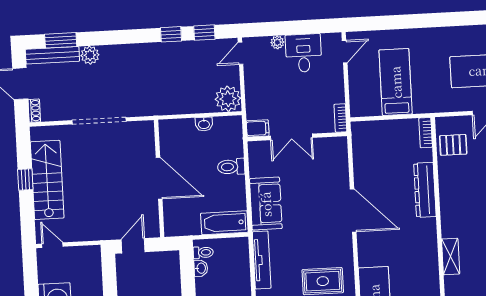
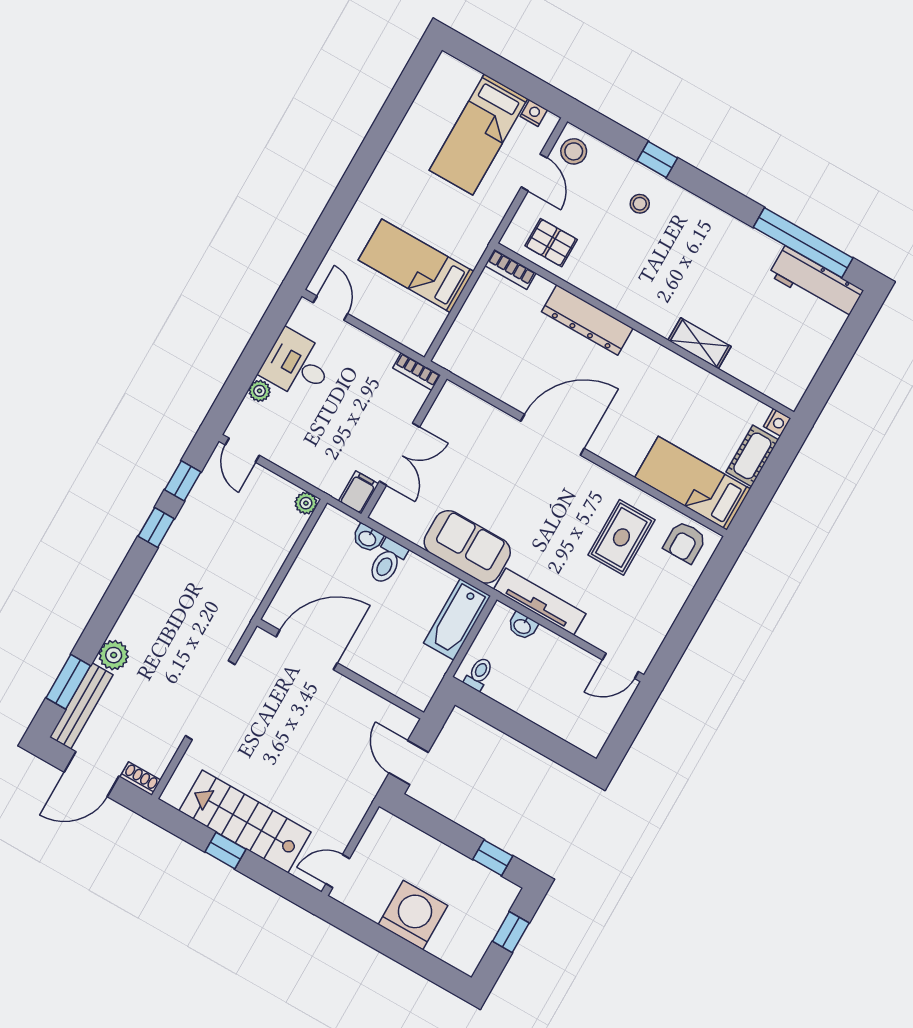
plant: (228, 99) -> (306, 503), width x0.53, depth x0.53
washbasin: (204, 124) -> (368, 538), moved, turned 90
pallet: (453, 145) -> (551, 243), turned 90
door: (159, 178) -> (307, 650), moved
washbasin: (201, 268) -> (522, 626), moved, turned 180

